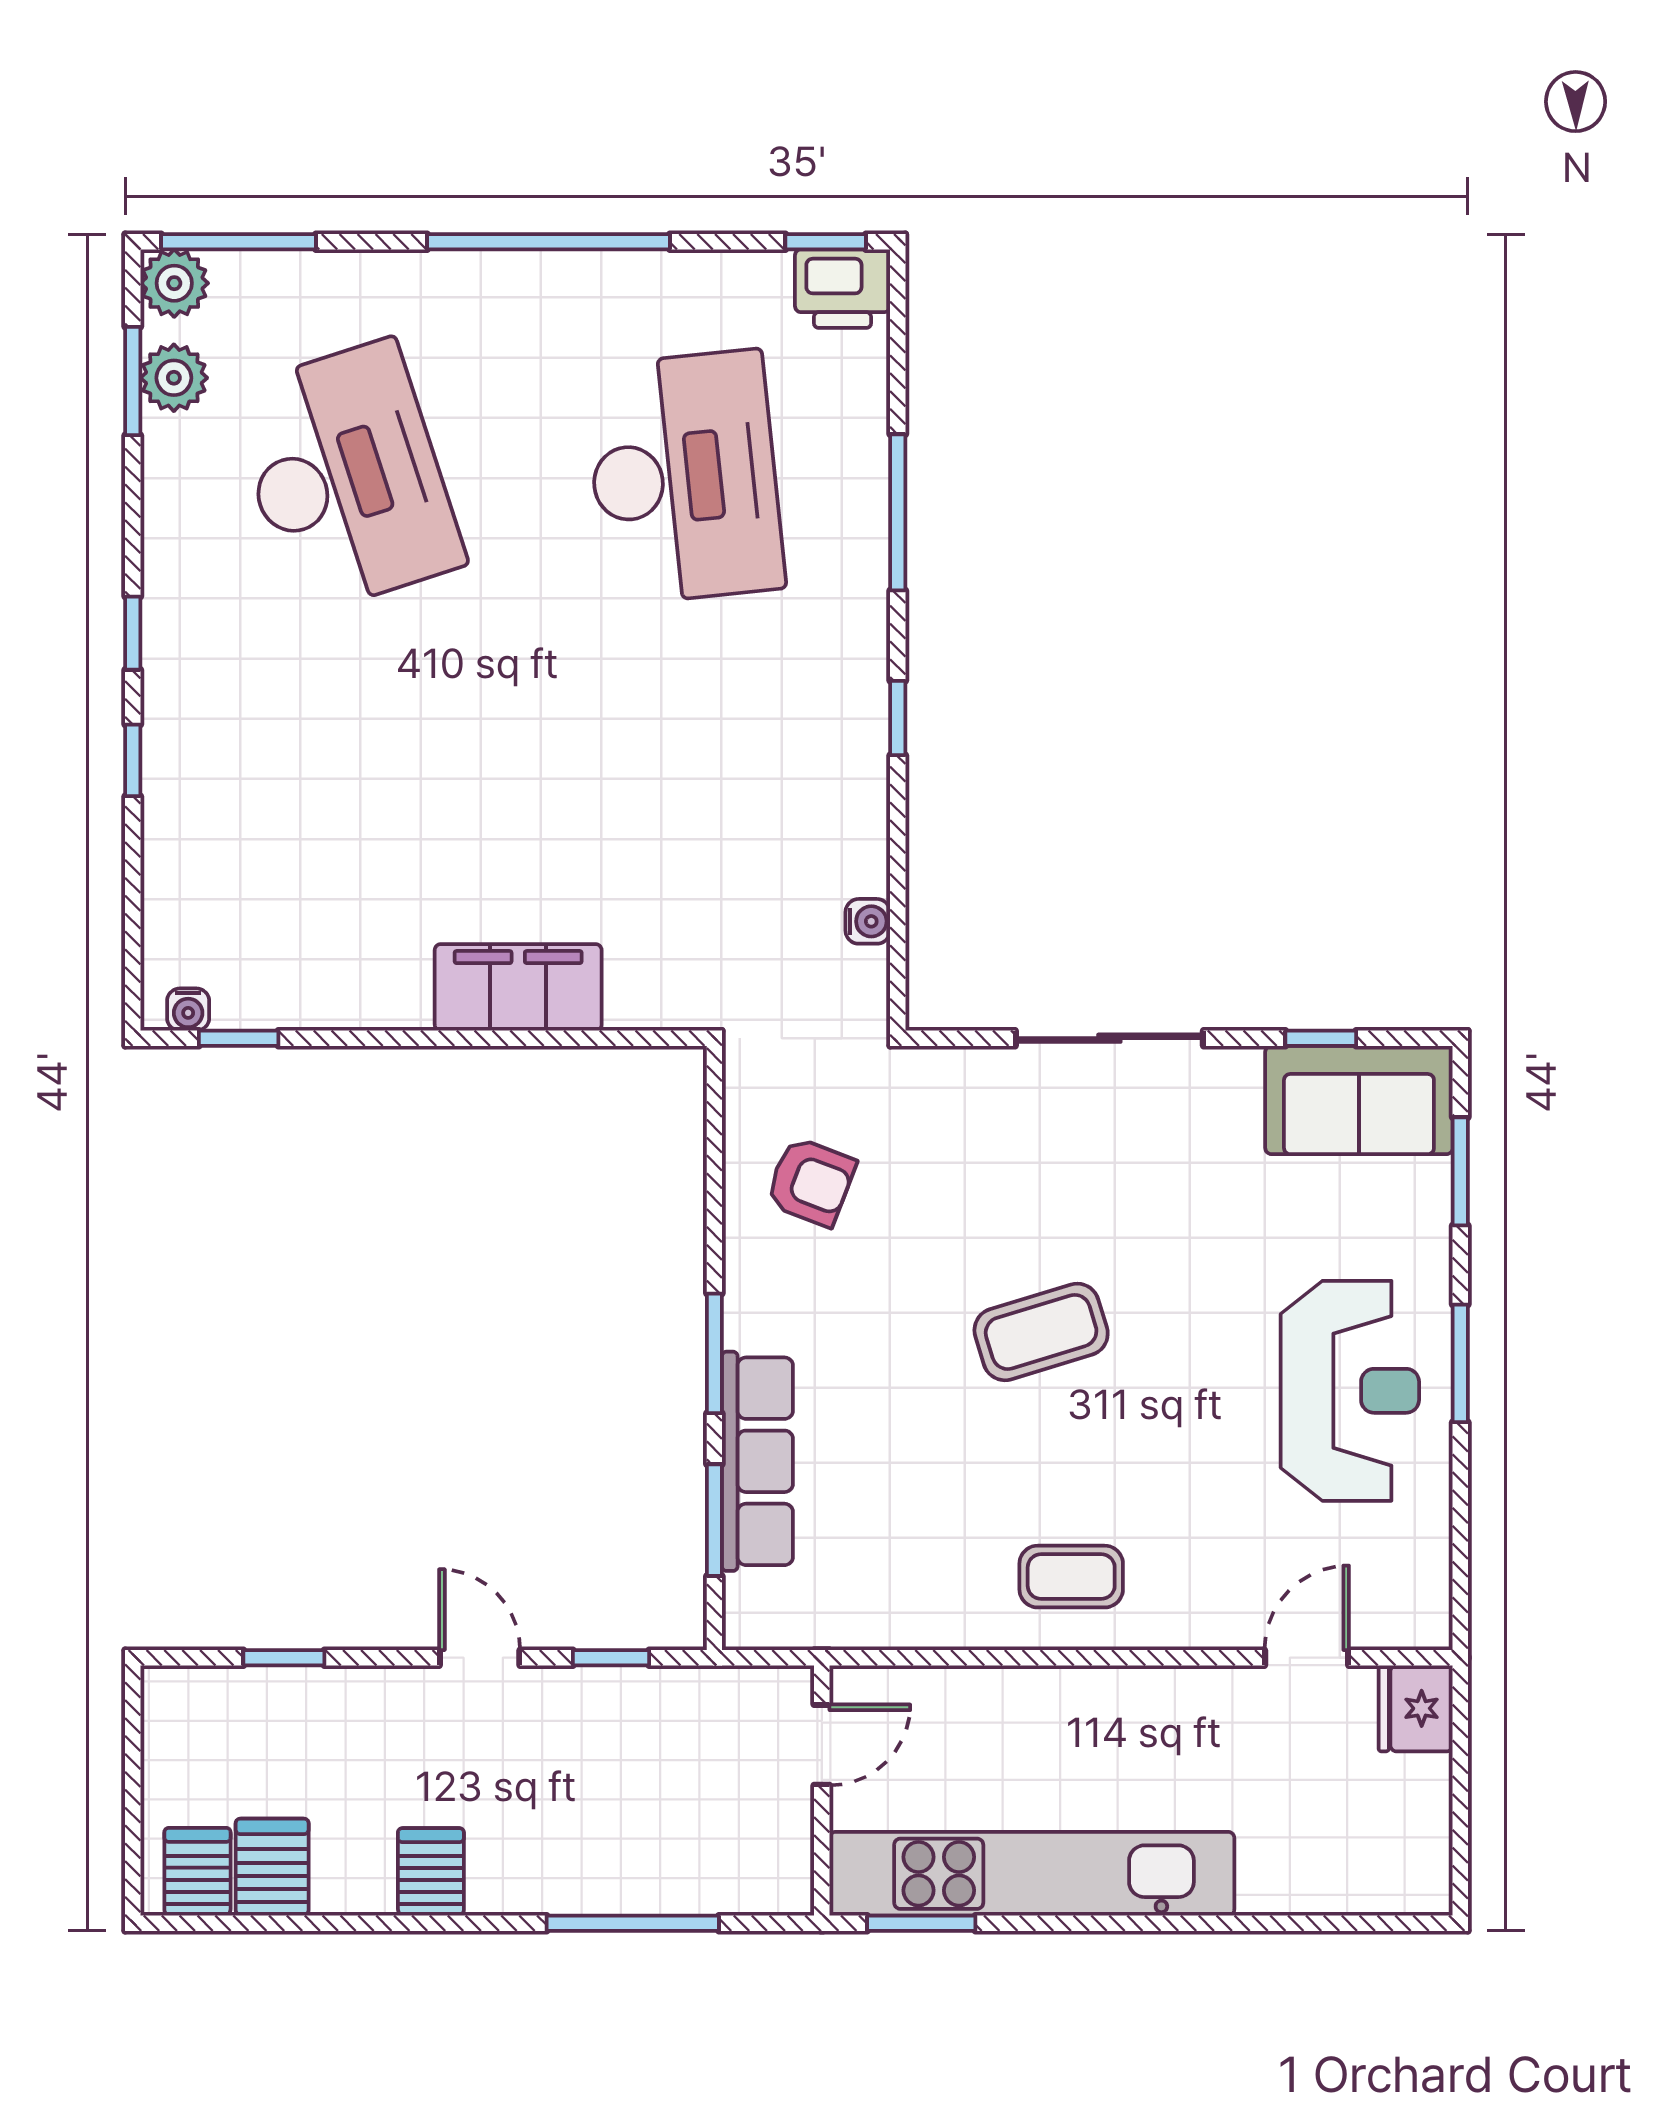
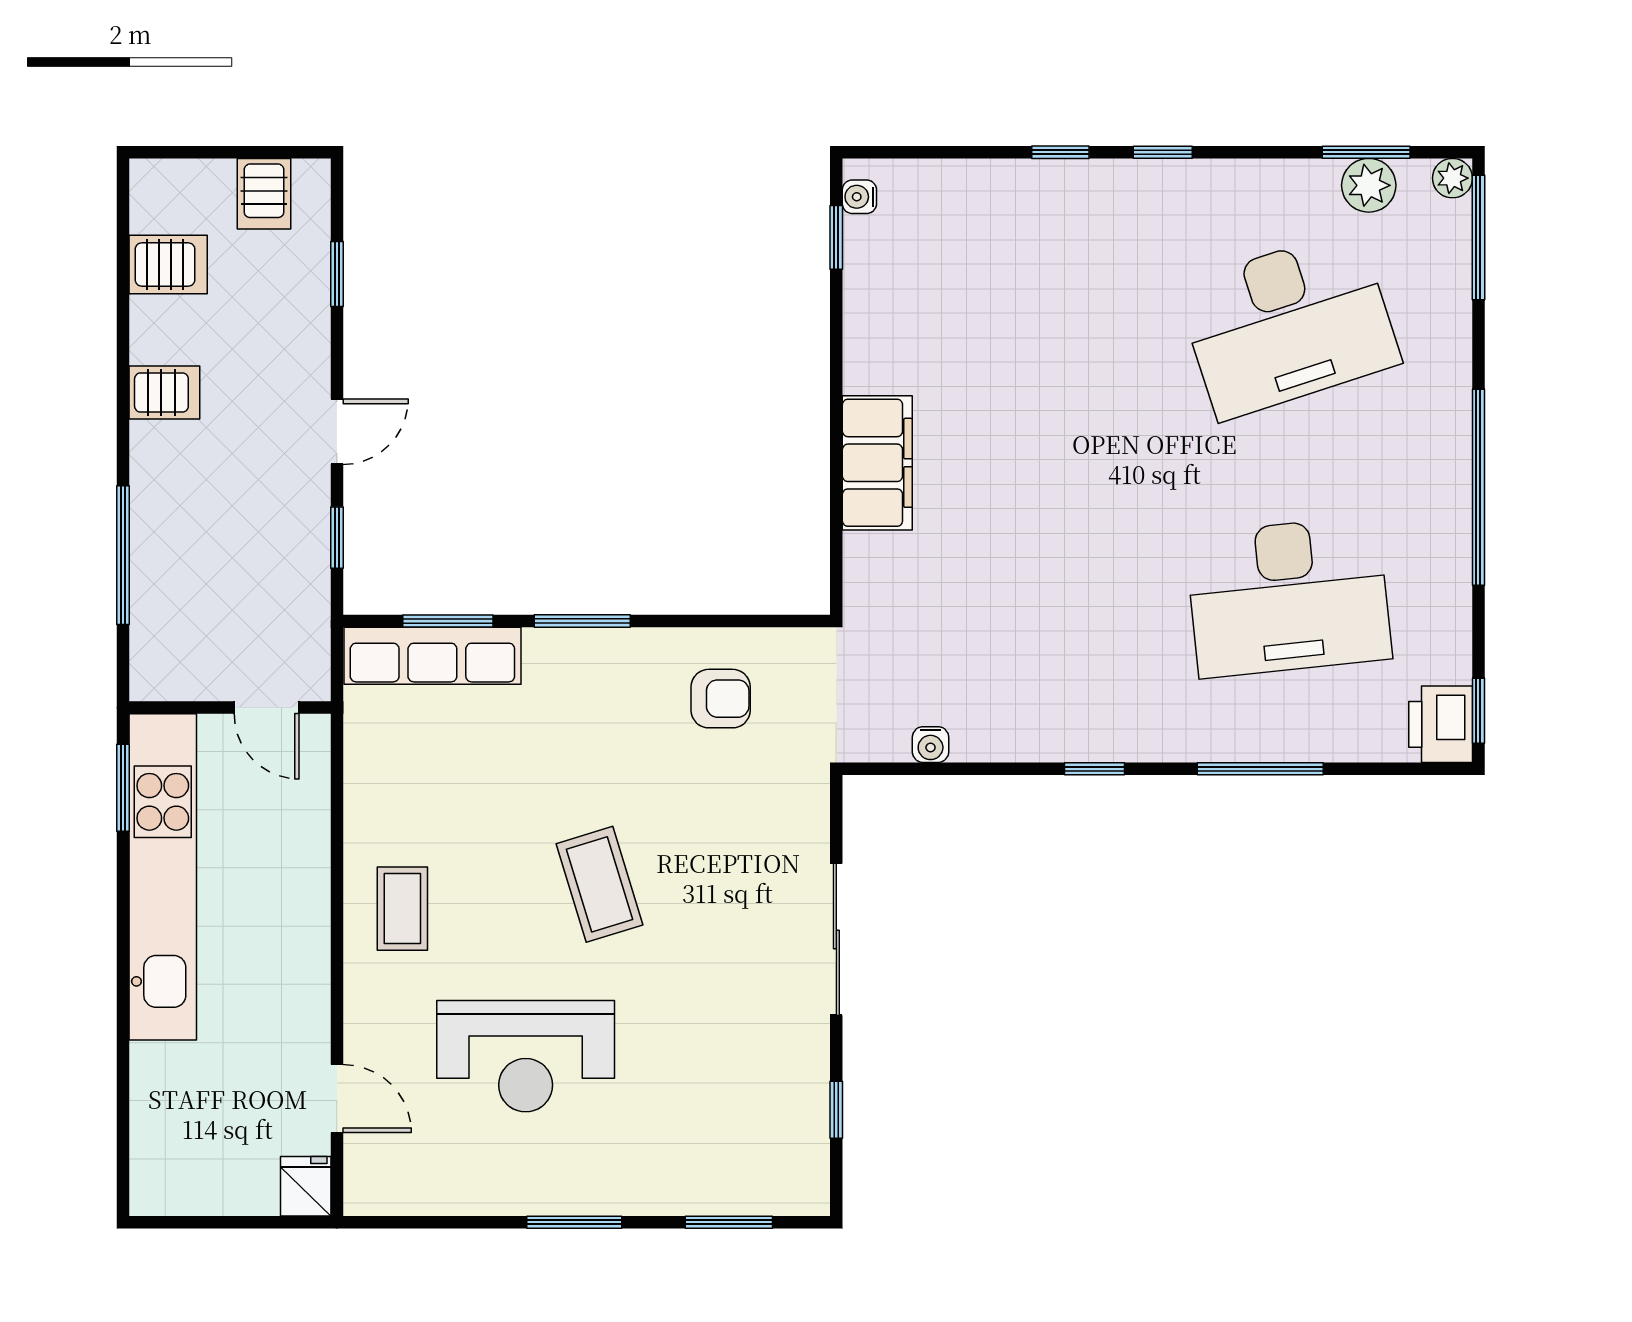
plant: (174, 283) -> (1452, 178), width x0.73, depth x0.73
sofa: (1359, 1100) -> (787, 1141), removed
armchair: (811, 1182) -> (721, 699), turned -111
reception desk: (1350, 1391) -> (526, 1056), moved
row of seats: (757, 1461) -> (432, 656), moved
fridge: (1416, 1708) -> (306, 1186), width x0.72
server rack: (197, 1872) -> (264, 194), moved, turned 90

